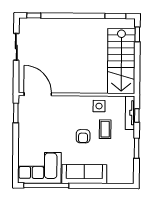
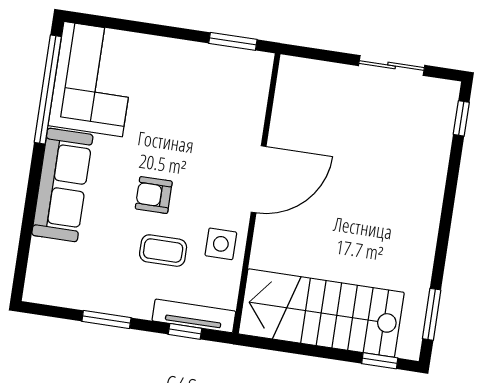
door: (38, 94) -> (259, 179), moved

